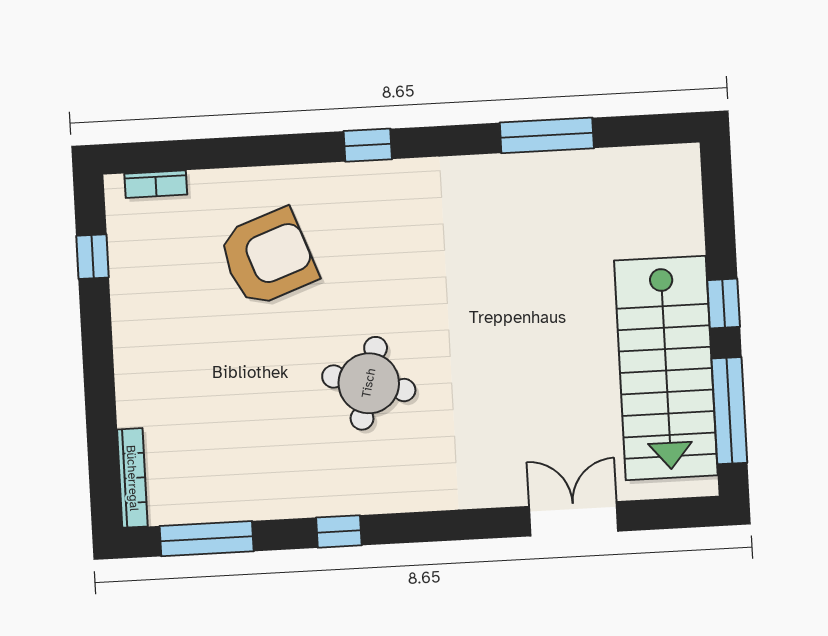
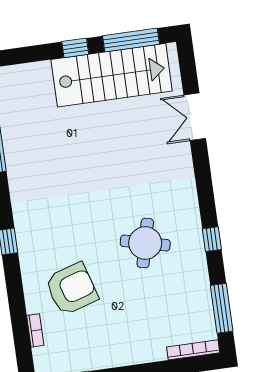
bookcase: (156, 184) -> (35, 330), moved
armchair: (268, 257) -> (71, 289), turned 93
round table: (369, 383) -> (145, 243), moved

